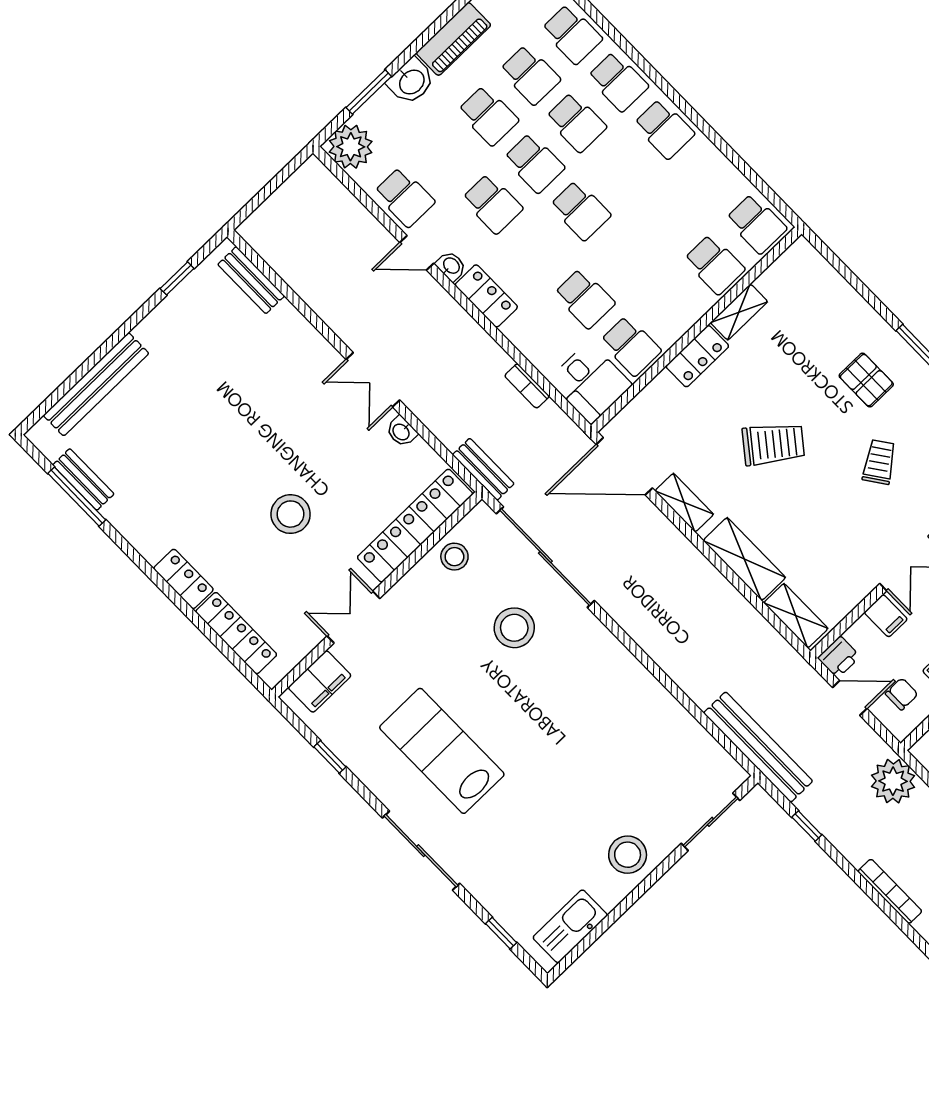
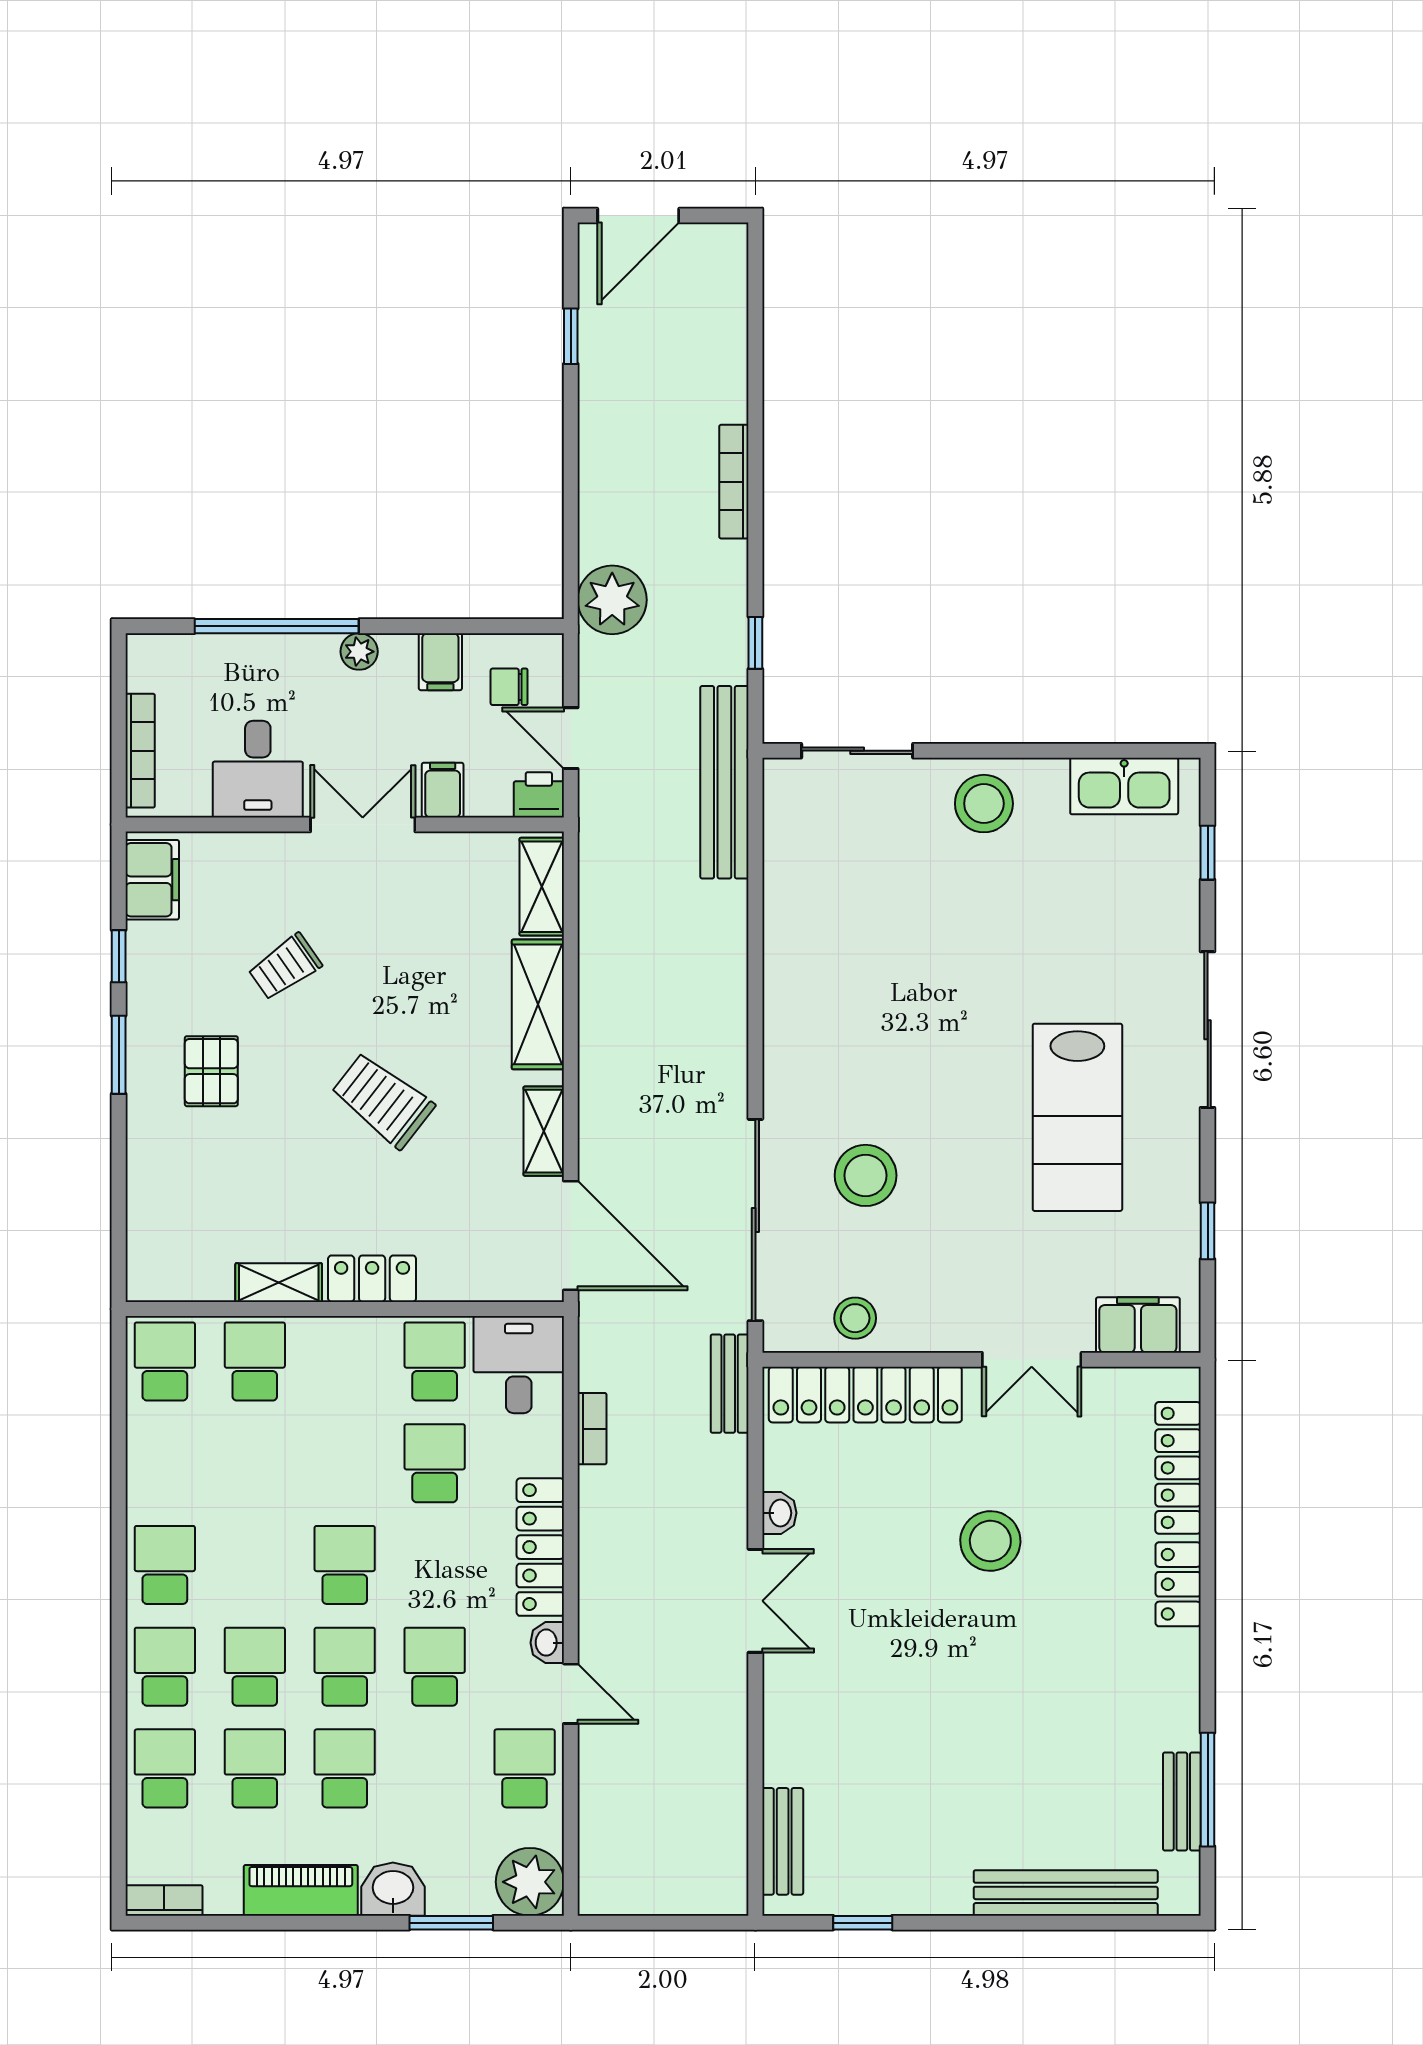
locker: (486, 296) -> (540, 1547), width x1.53

